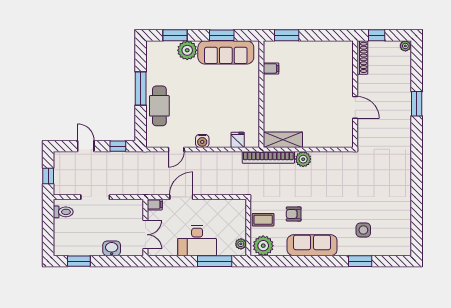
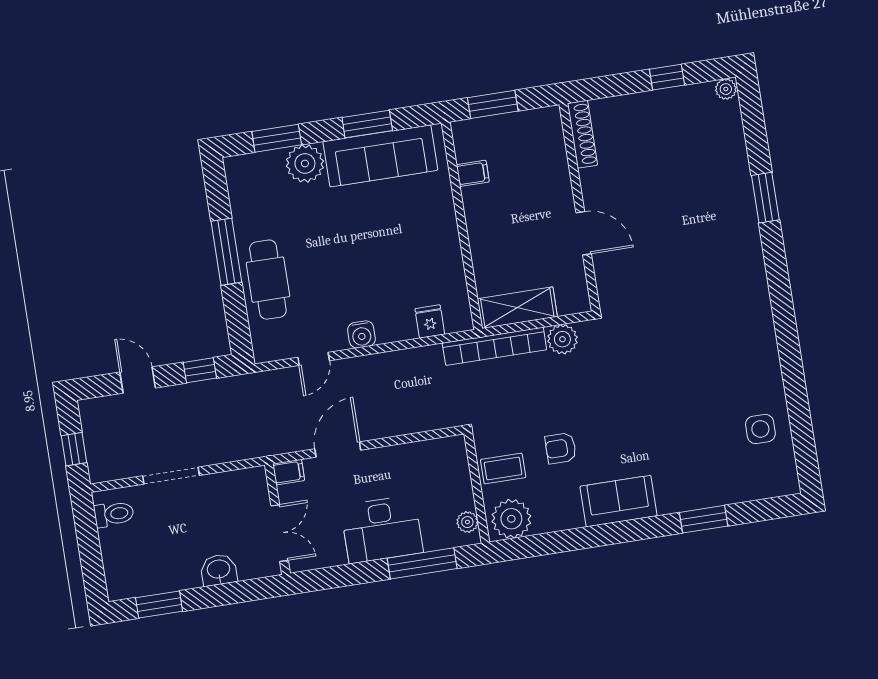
shoe rack: (362, 57) -> (582, 134), moved
wall: (355, 94) -> (580, 207), moved
door: (355, 107) -> (584, 233), moved
side table: (363, 230) -> (760, 429), moved
sofa: (312, 245) -> (619, 501), width x0.73

